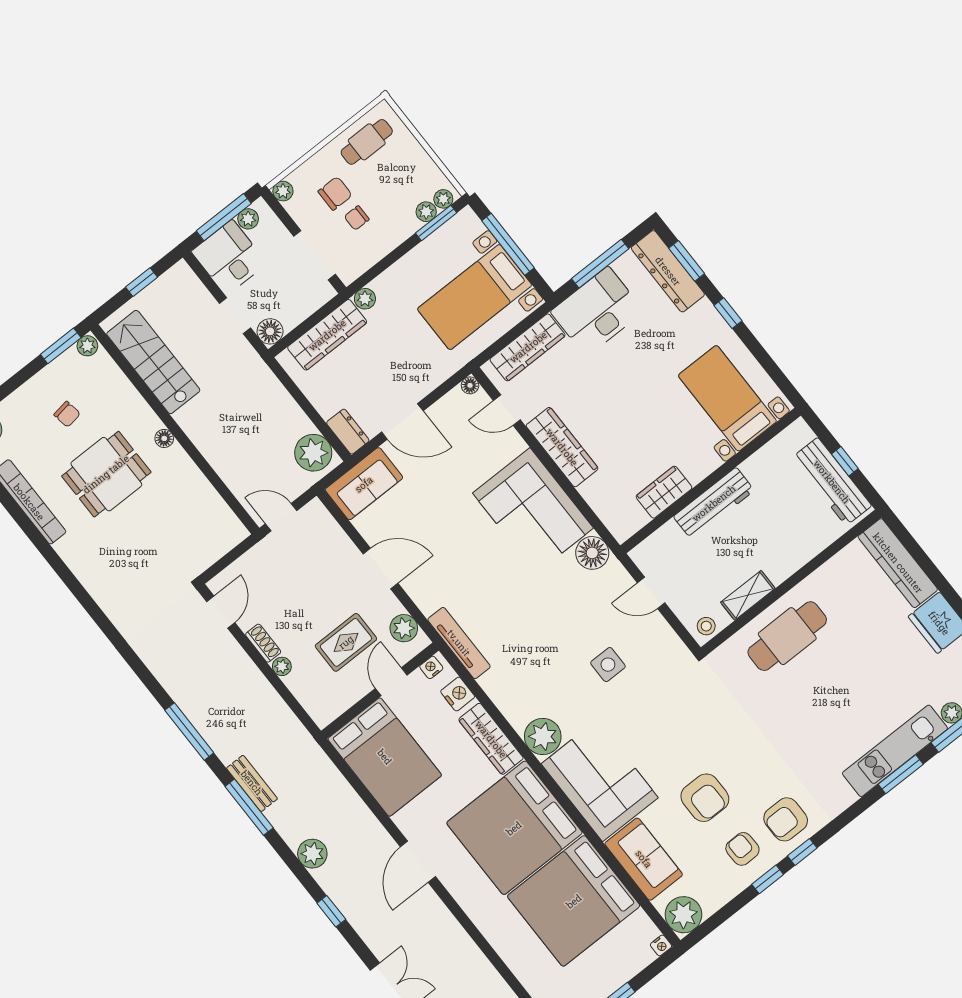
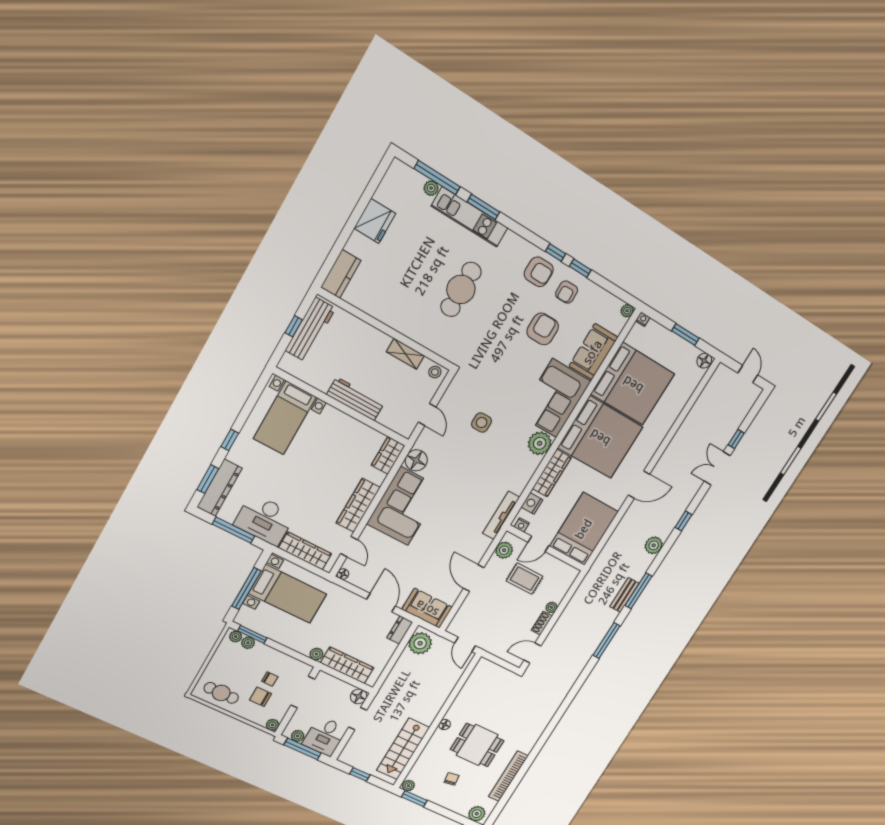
wardrobe: (664, 492) -> (388, 455), moved, turned 90
kitchen counter: (898, 563) -> (341, 274), width x0.67
cafe table: (787, 636) -> (461, 289), moved, turned 90
plant: (683, 915) -> (627, 311), width x0.53, depth x0.53

